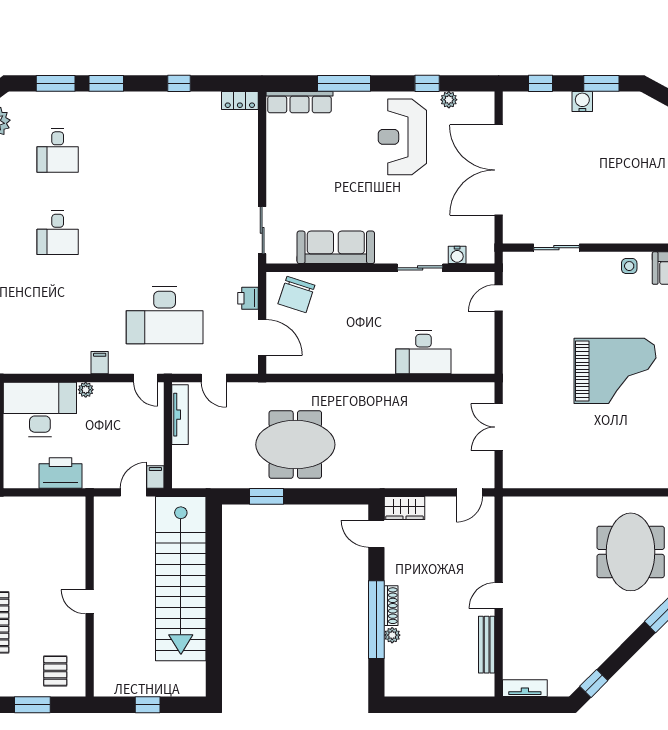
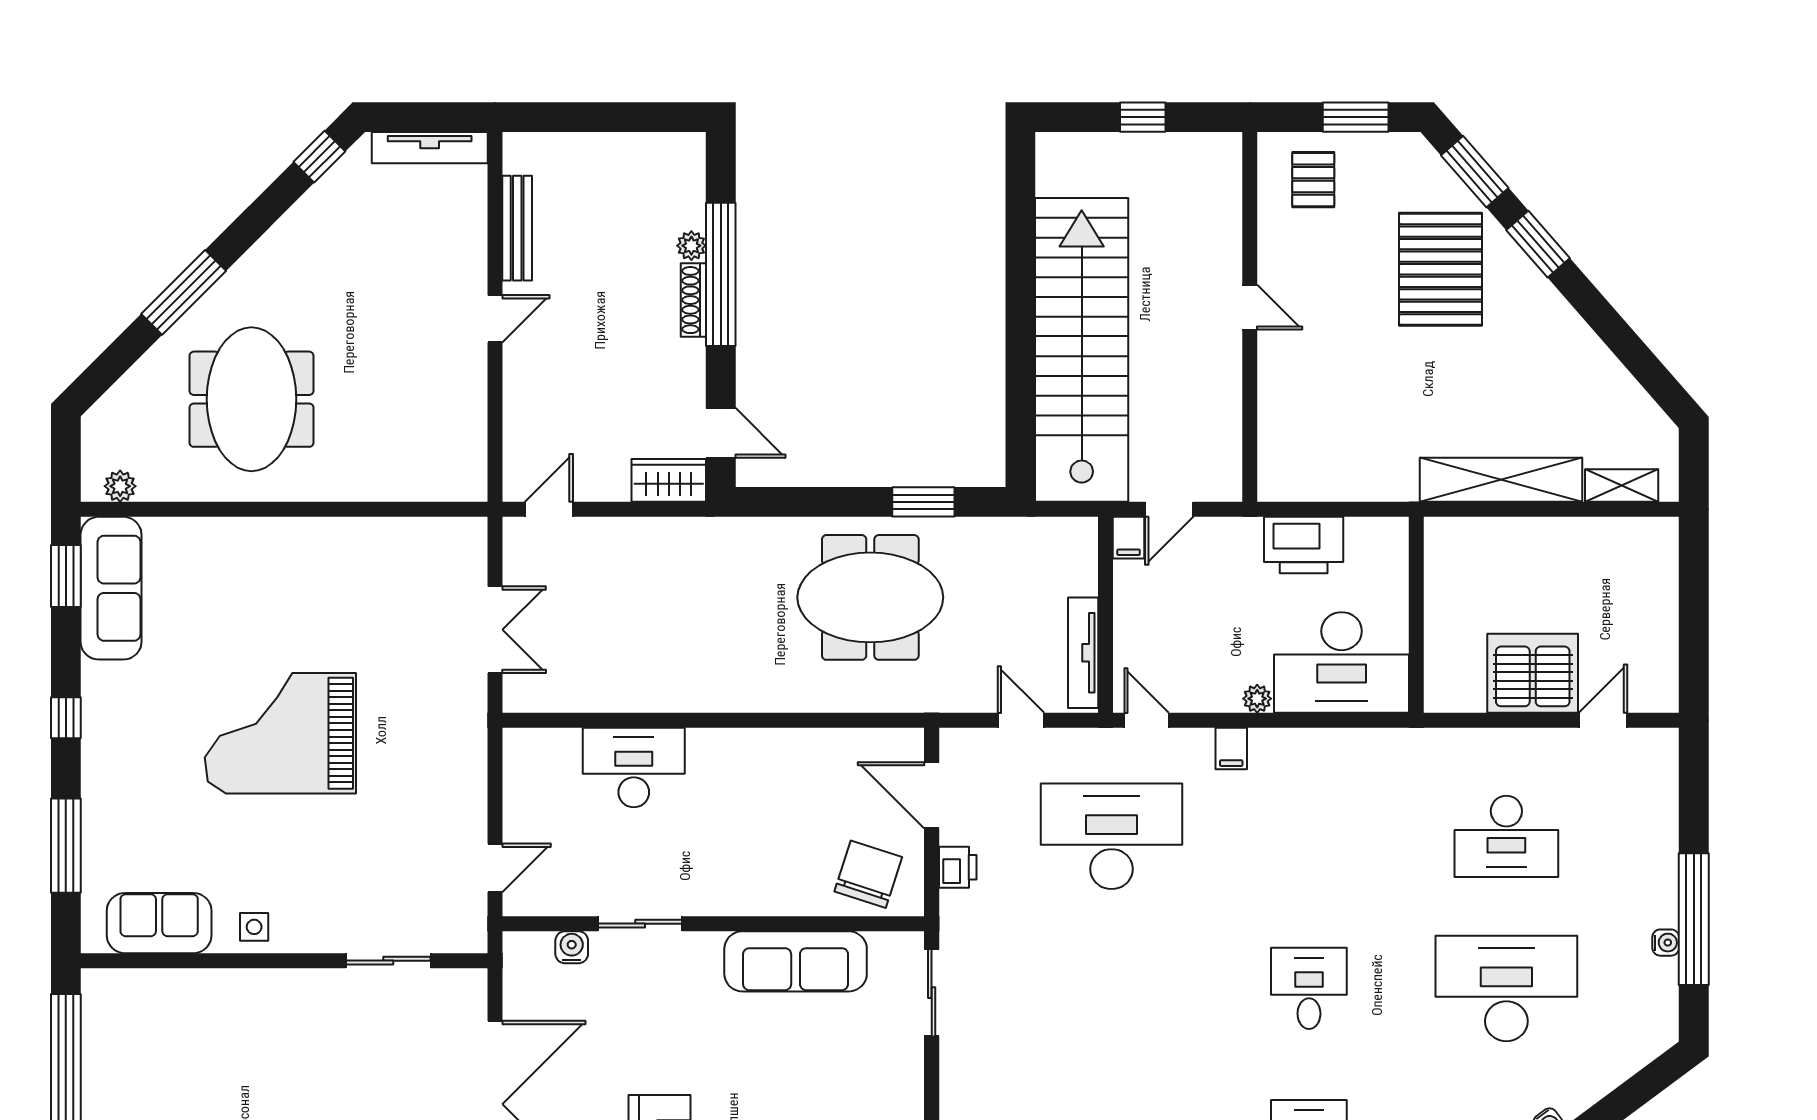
tv unit: (525, 688) -> (430, 148), width x1.41

